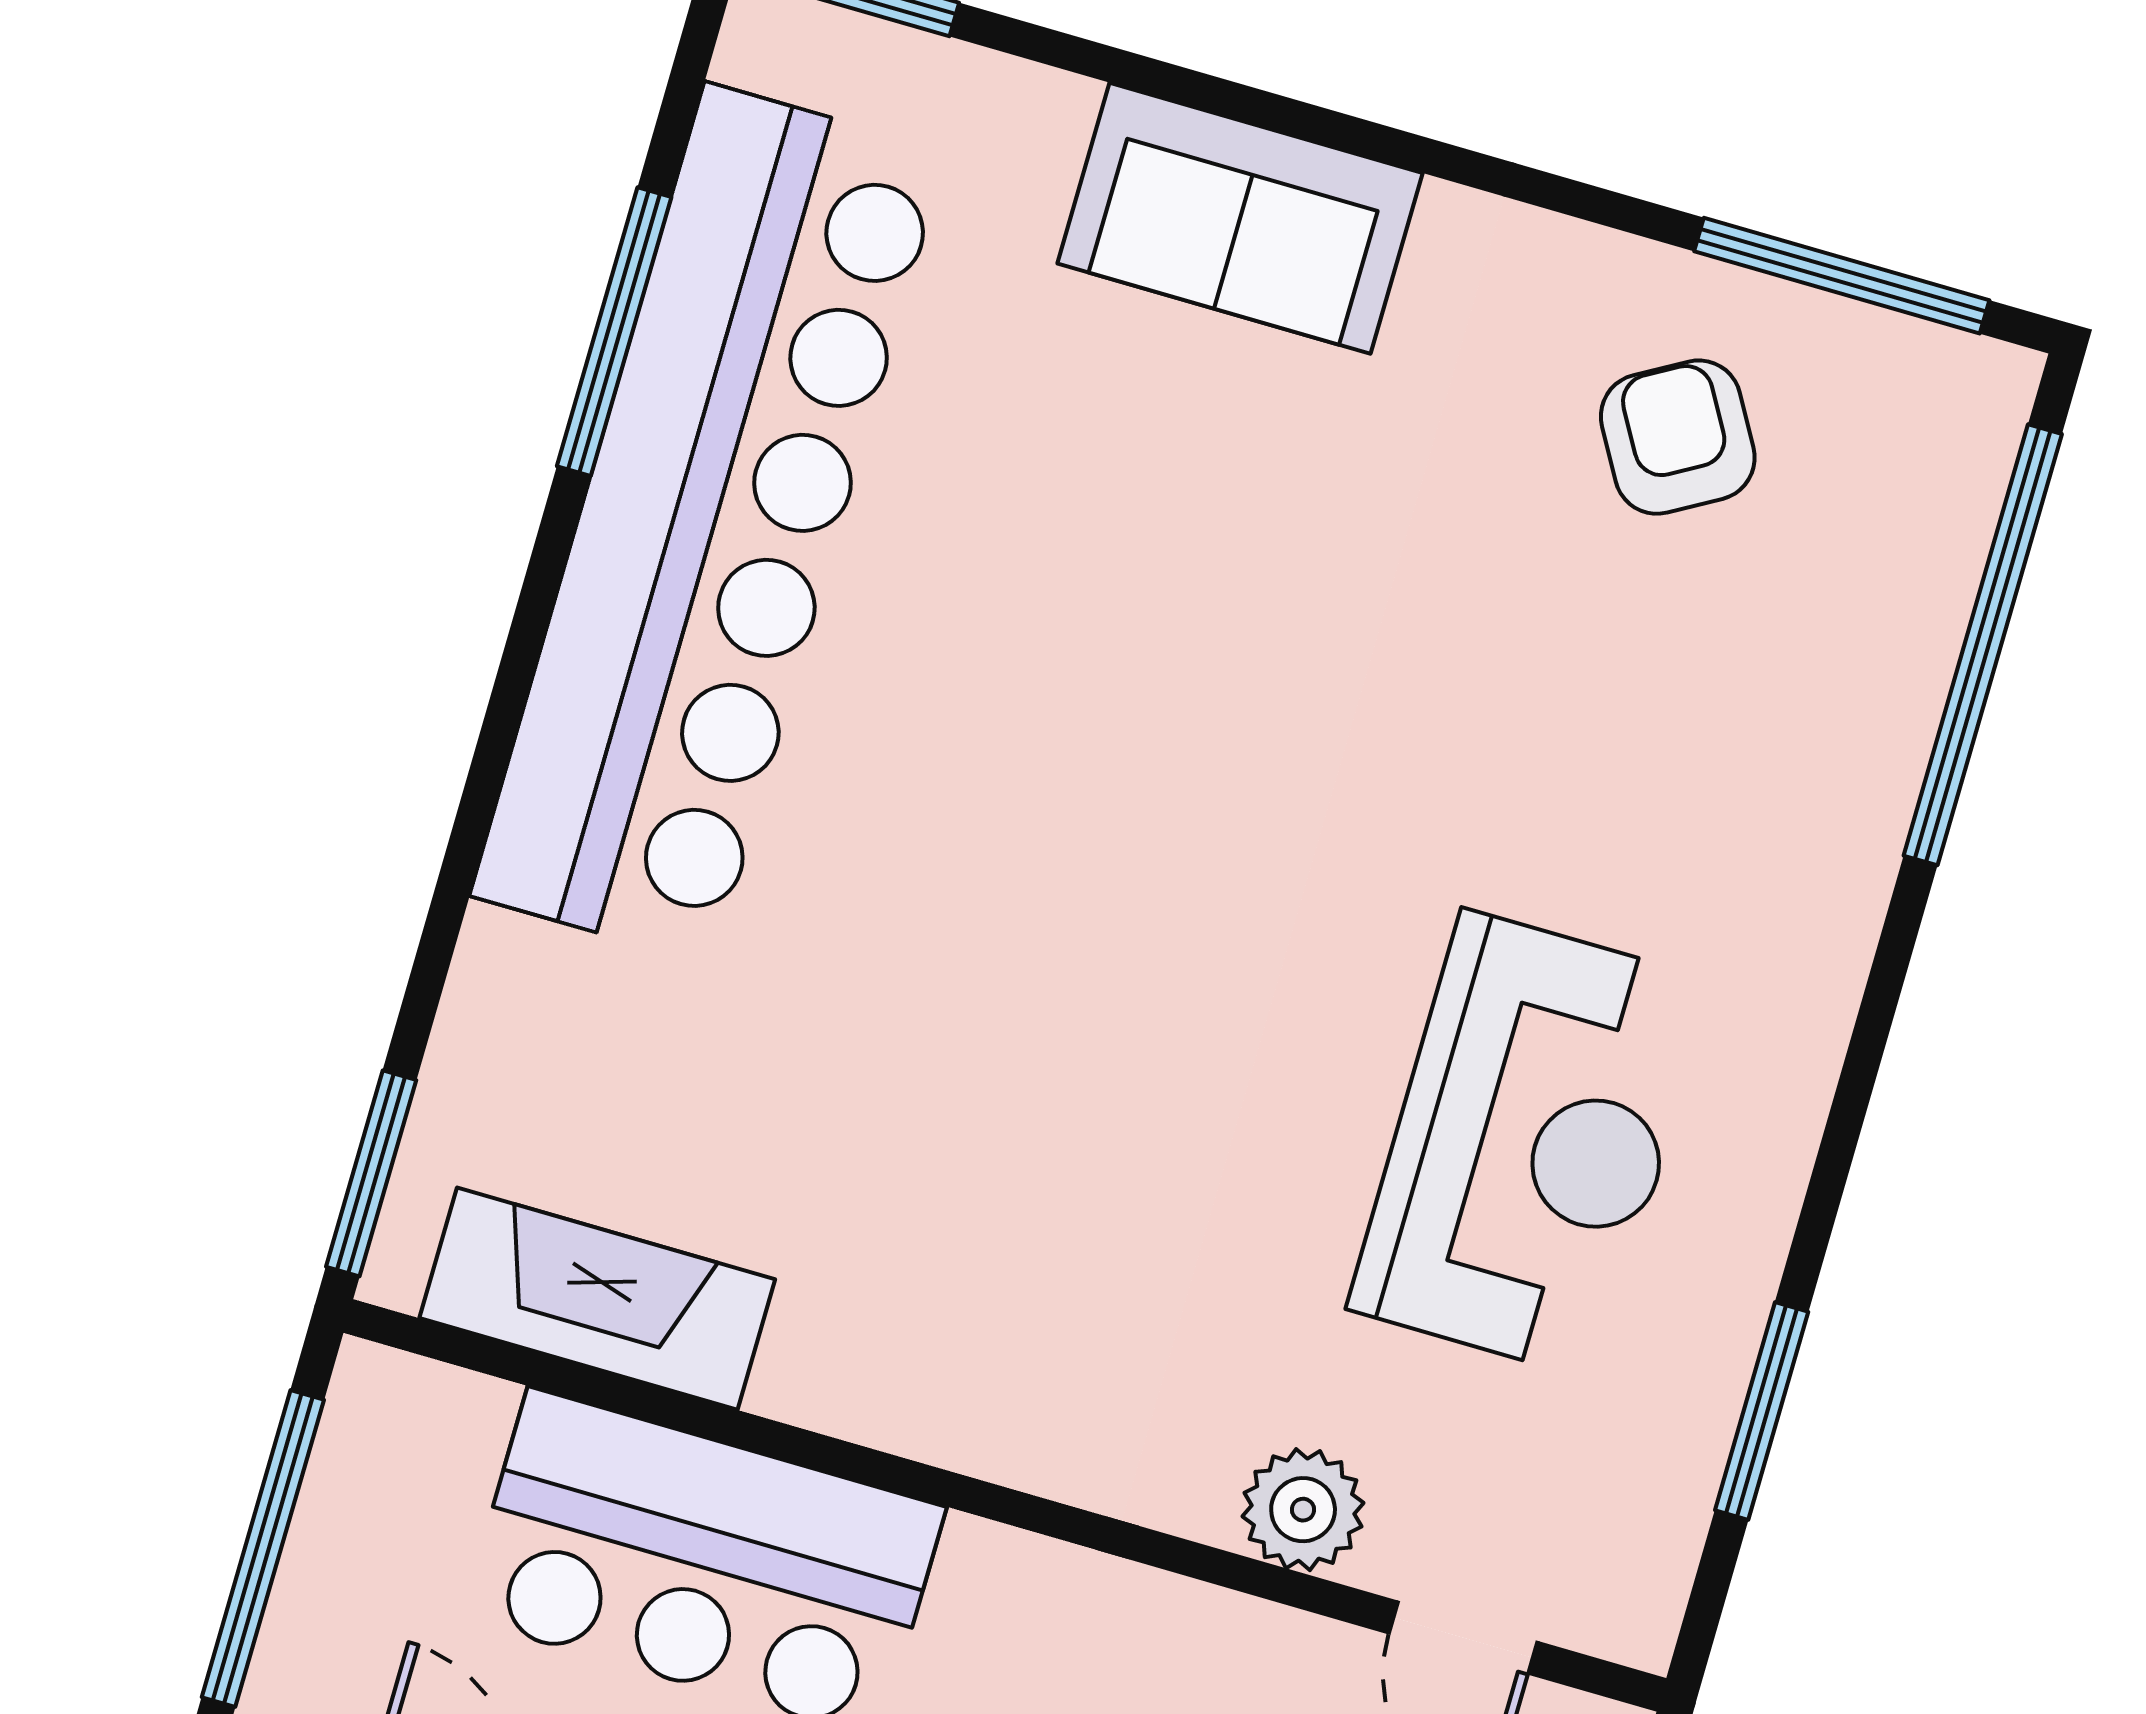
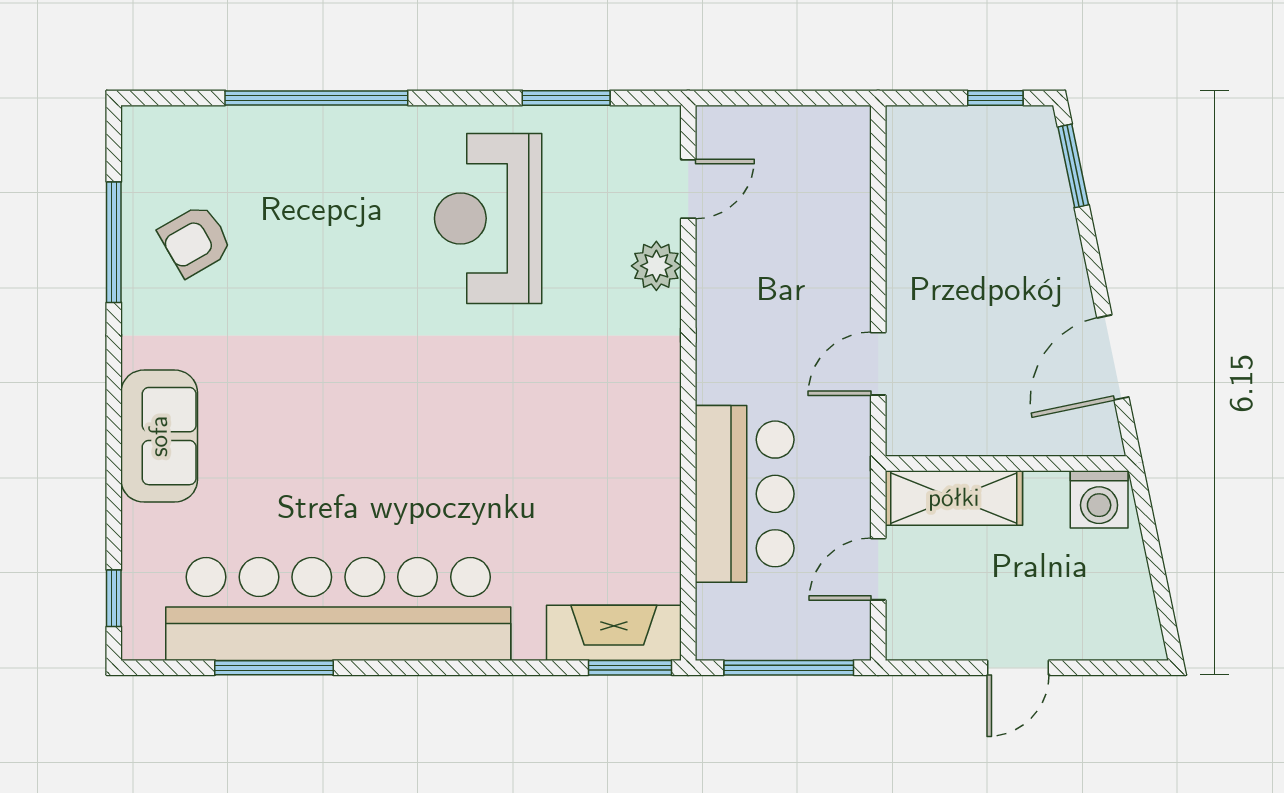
window: (1842, 276) -> (114, 242), moved
window: (1983, 645) -> (316, 98), moved
reception desk: (1530, 1145) -> (488, 218), turned -90
fireplace: (597, 1299) -> (614, 633), moved, turned 90

